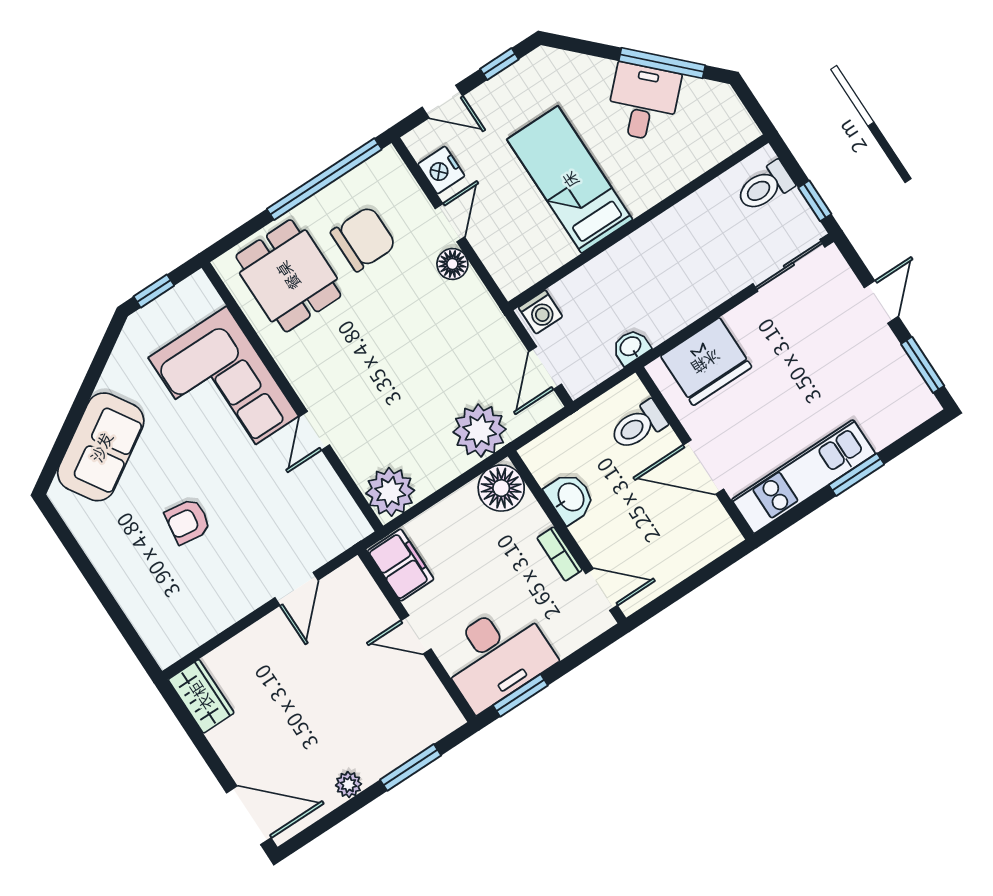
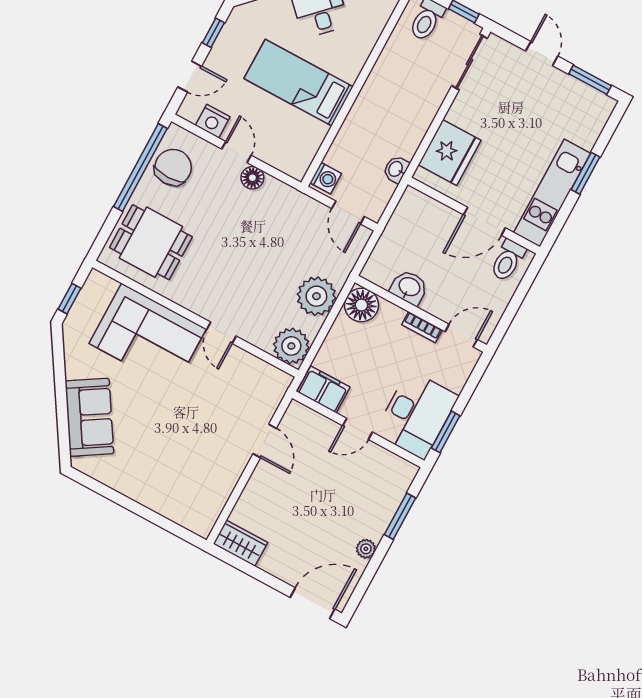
chair: (363, 239) -> (173, 167), moved
toilet: (638, 425) -> (508, 260), moved
plant: (480, 431) -> (316, 296), moved
armchair: (188, 521) -> (171, 435), removed

